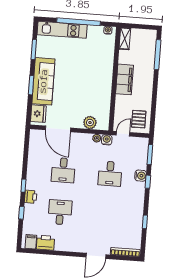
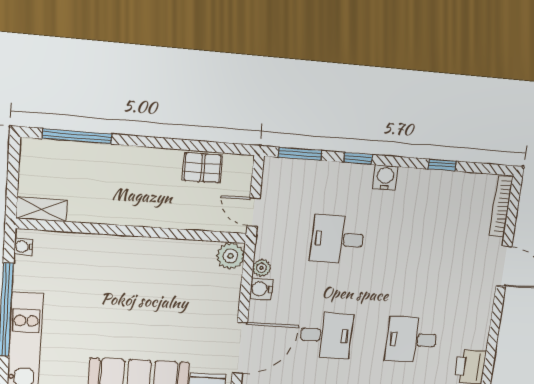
filing cabinet: (125, 79) -> (134, 209), removed
pallet: (139, 119) -> (203, 168), moved
plant: (90, 123) -> (230, 256), moved
water cooler: (107, 140) -> (261, 289), moved
desk: (110, 174) -> (337, 239), turned 180
water cooler: (141, 176) -> (385, 177), moved

